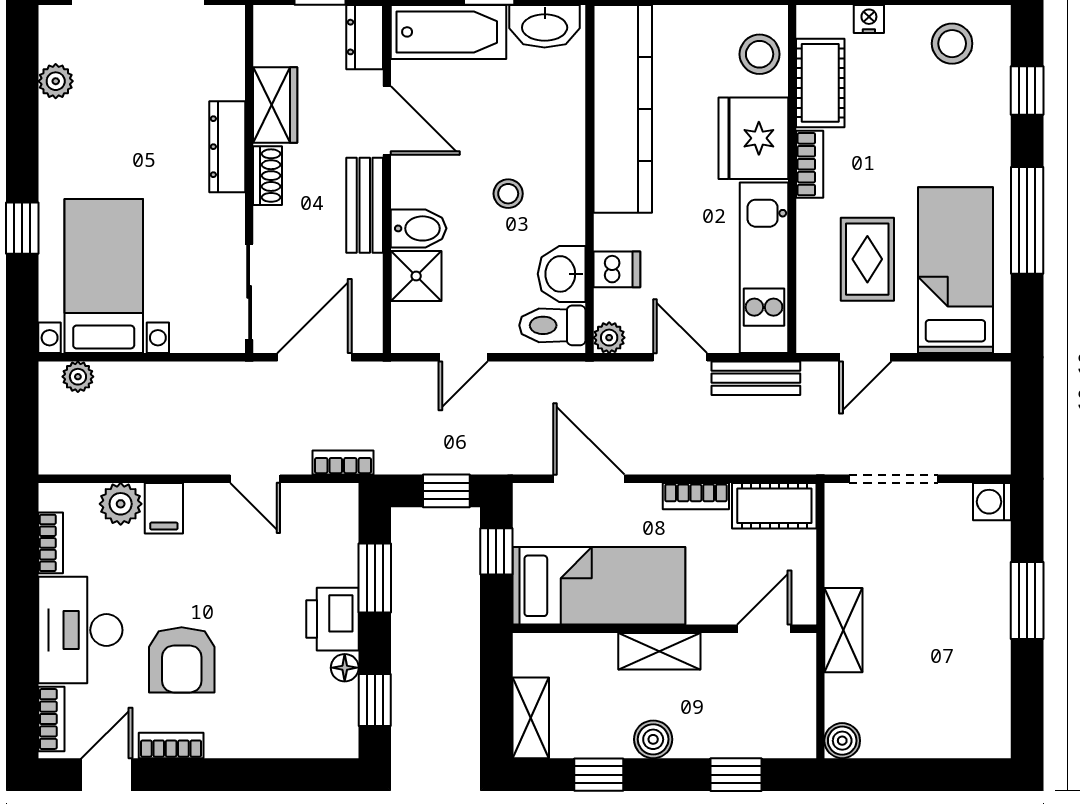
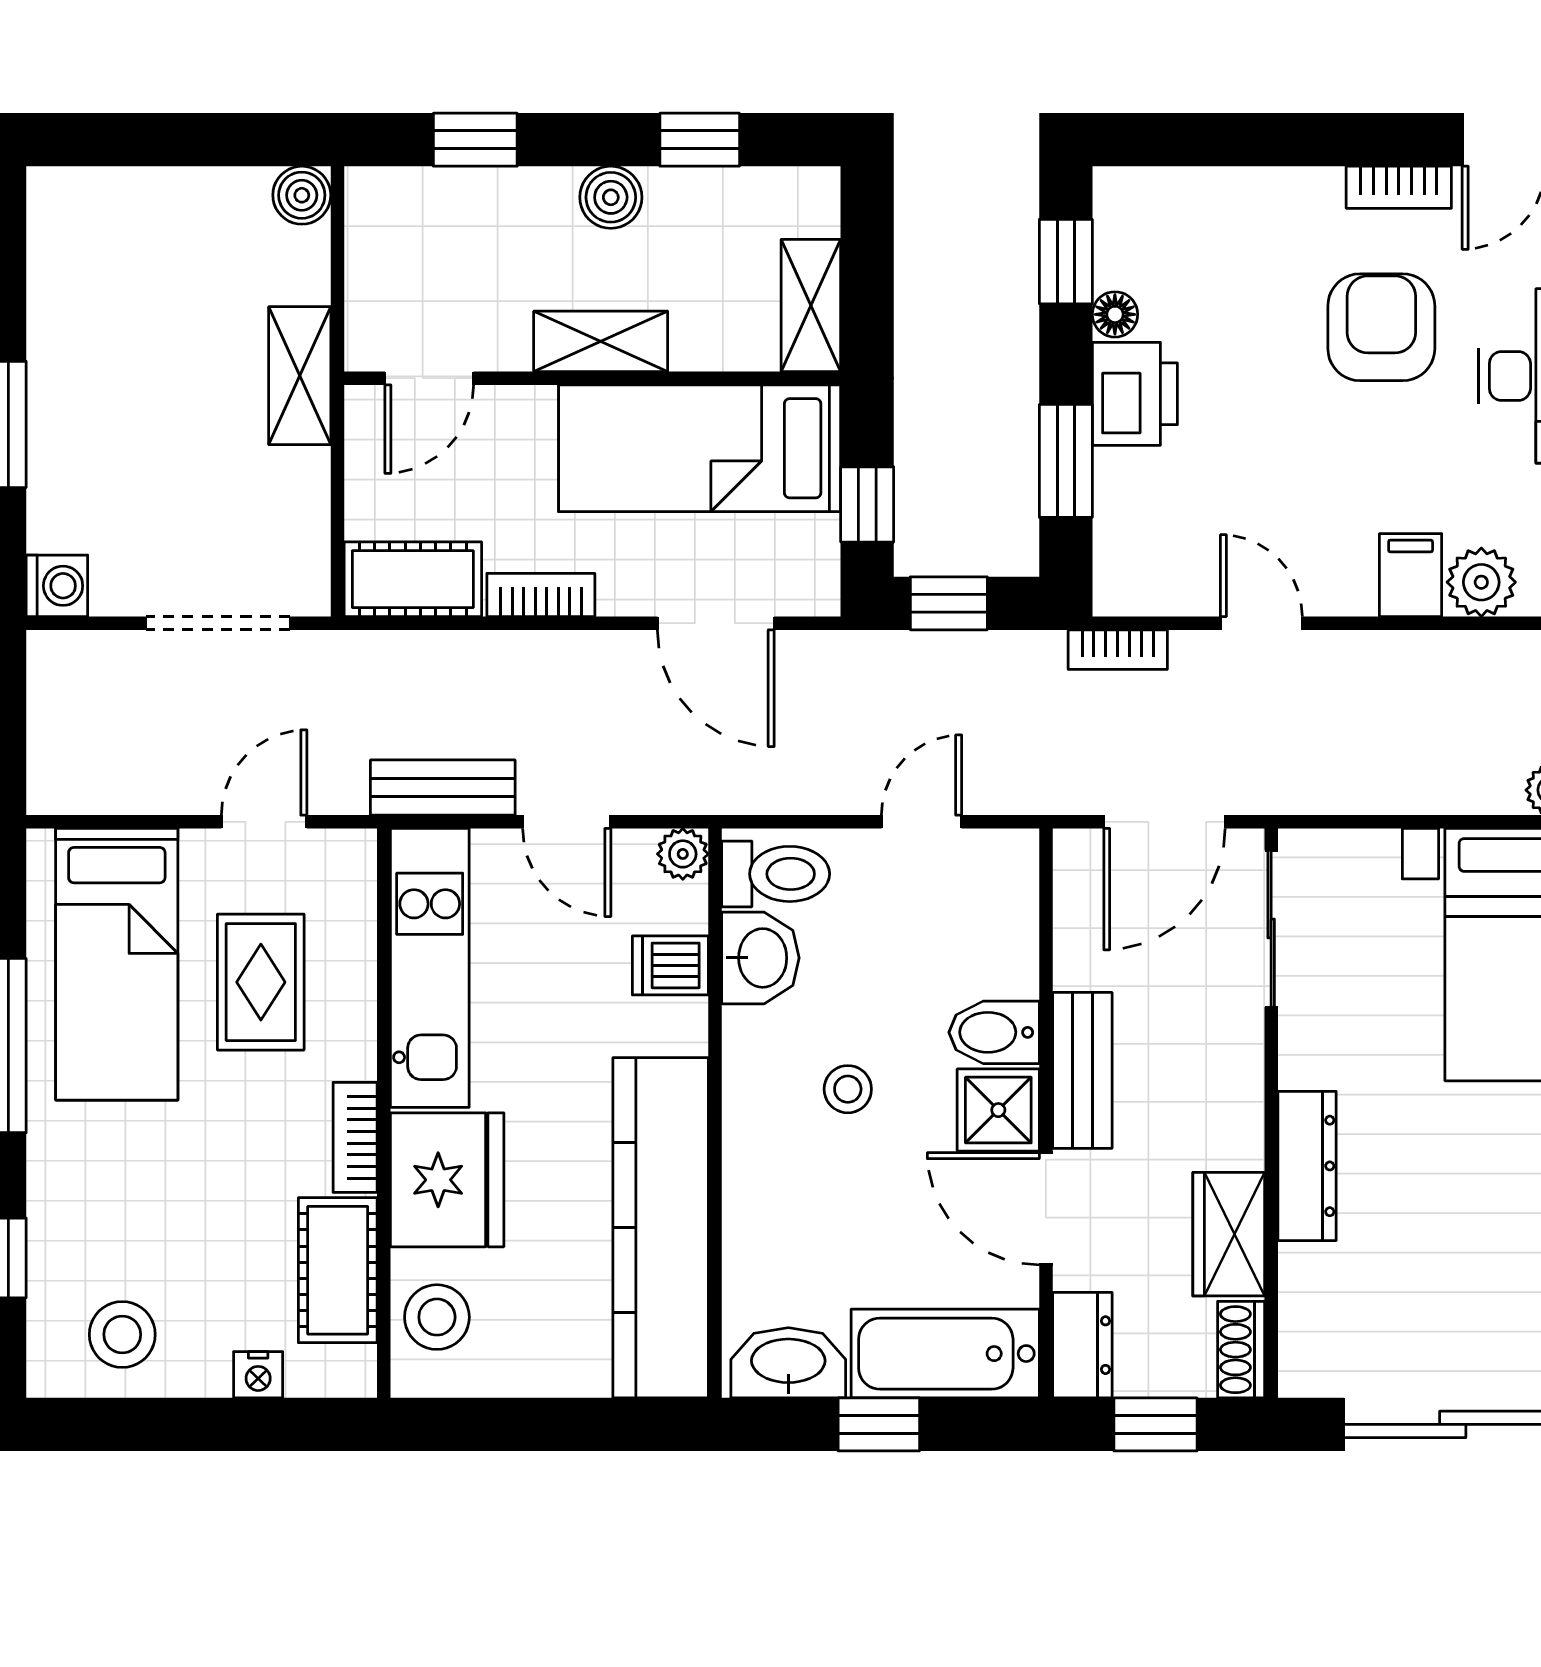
shoe rack: (268, 176) -> (1241, 1350), moved
shower: (416, 276) -> (998, 1110), moved
shelving: (531, 718) -> (811, 305), moved

